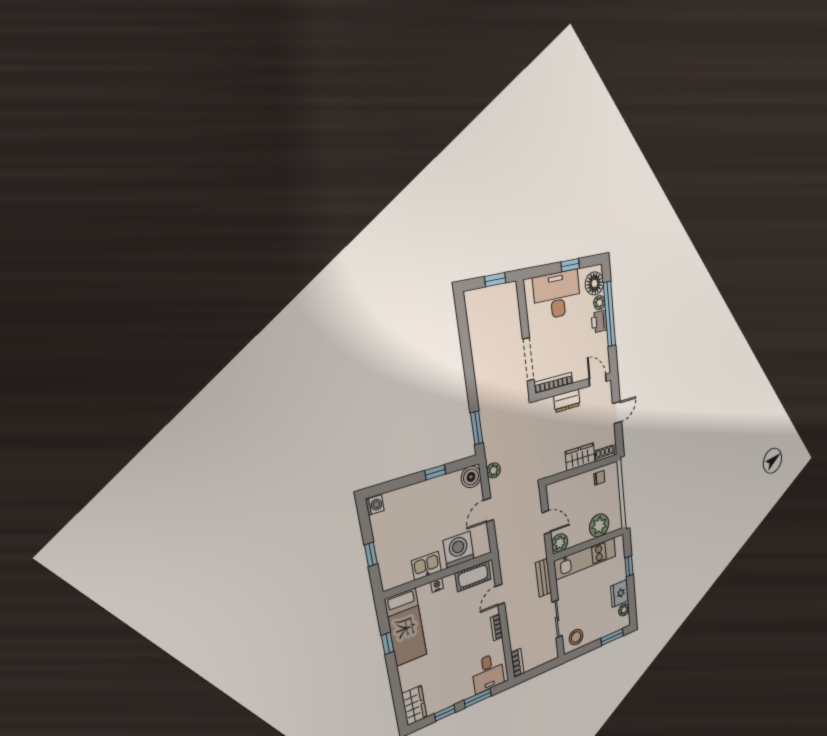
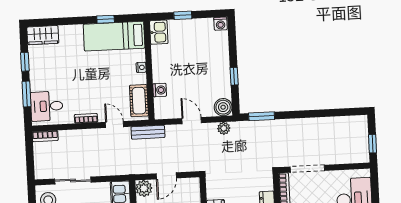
washing machine: (459, 550) -> (160, 90), width x0.53, depth x0.53
kitchen sink: (426, 566) -> (159, 32), moved
bench: (543, 578) -> (148, 132), moved

